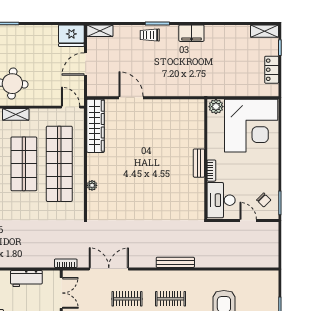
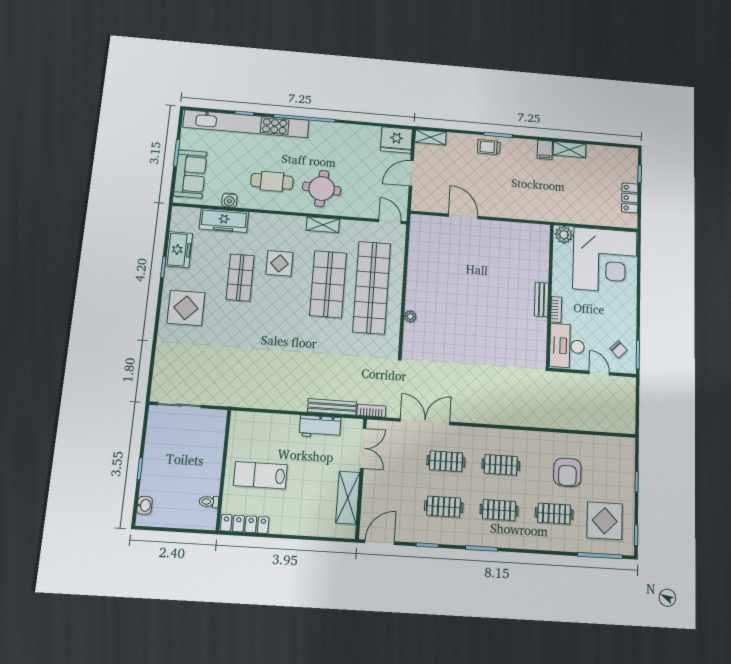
shelving: (265, 31) -> (570, 149), moved
filing cabinet: (191, 33) -> (545, 150), width x0.50
wardrobe: (96, 126) -> (419, 246), removed
bench: (175, 262) -> (332, 407), moved

